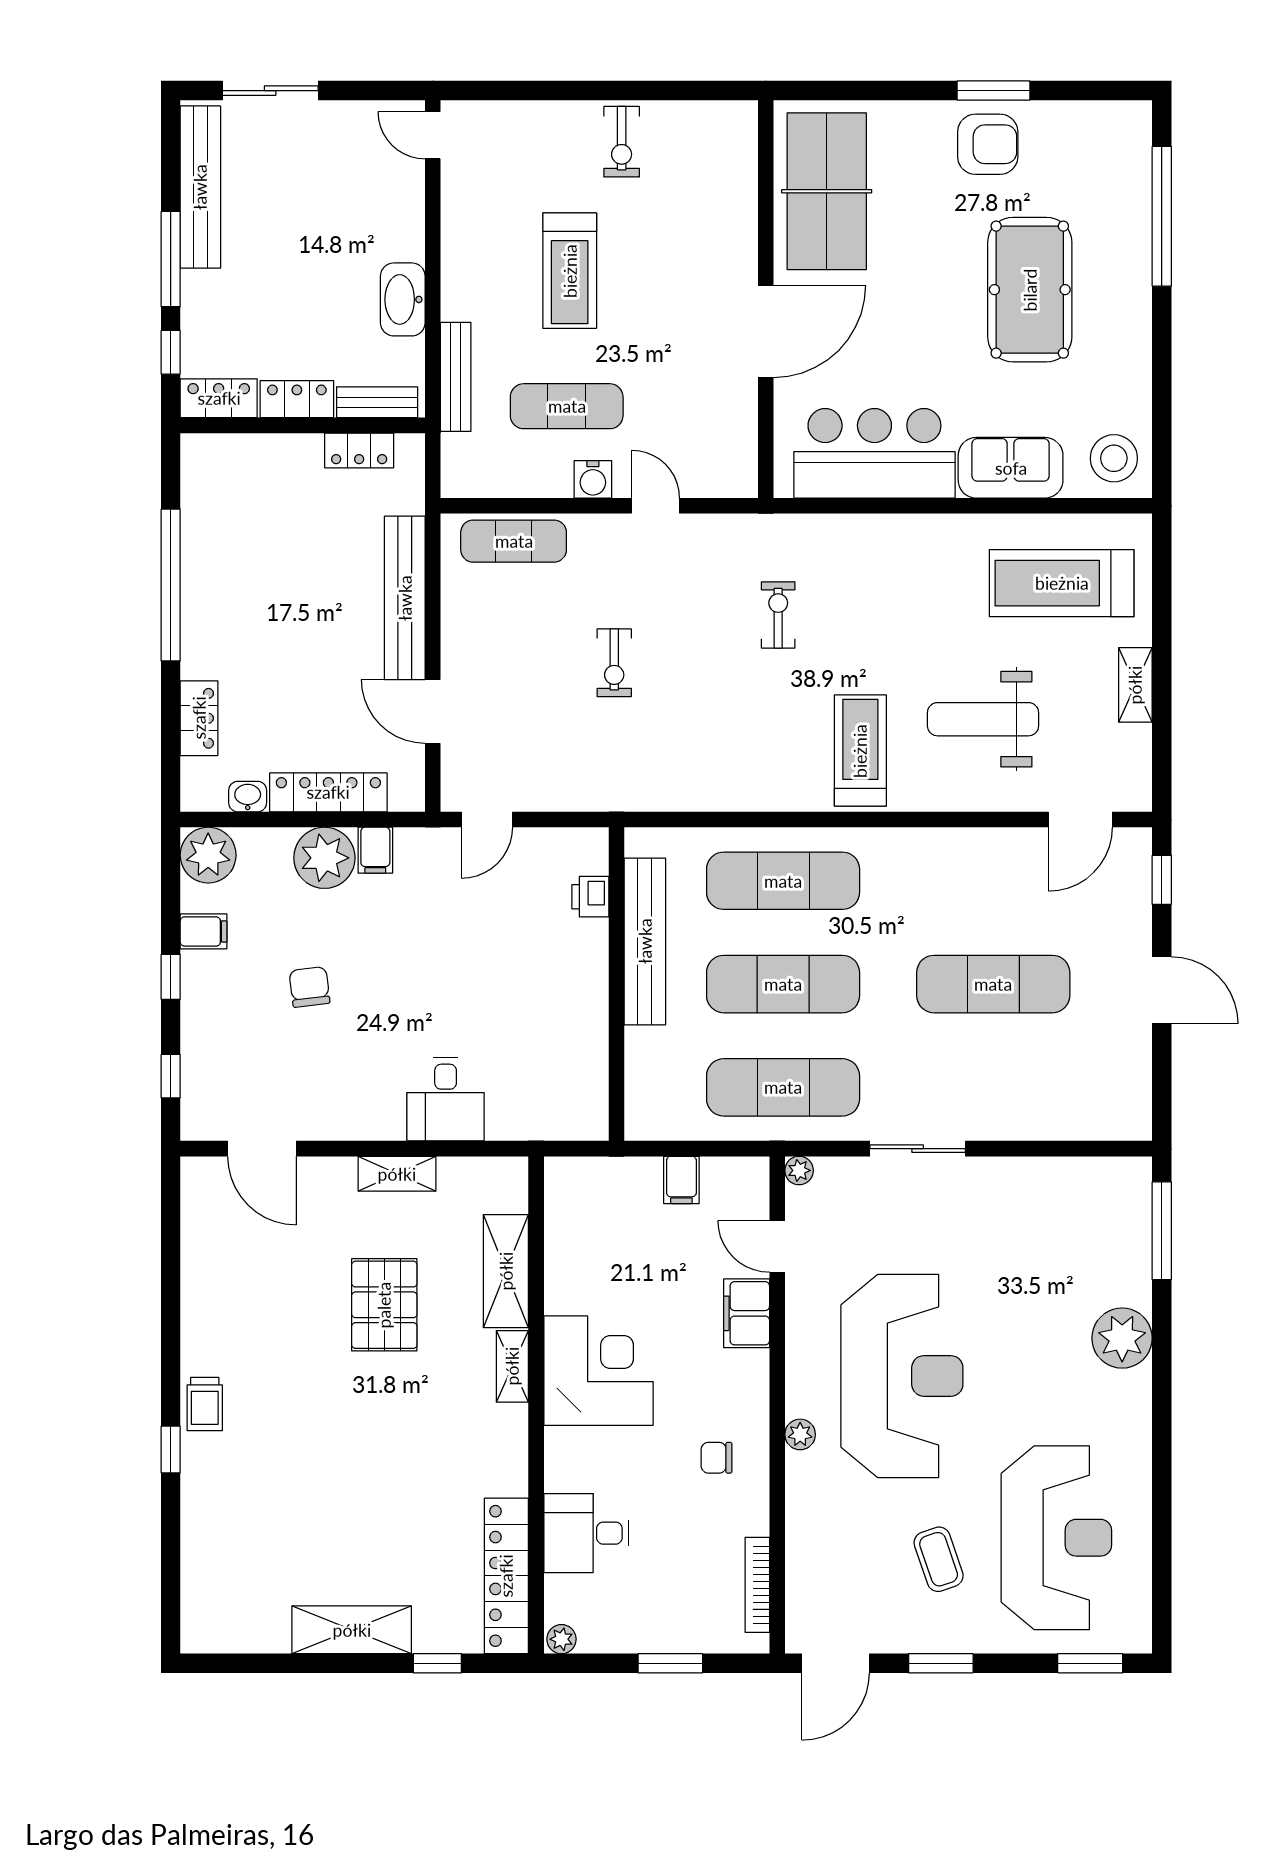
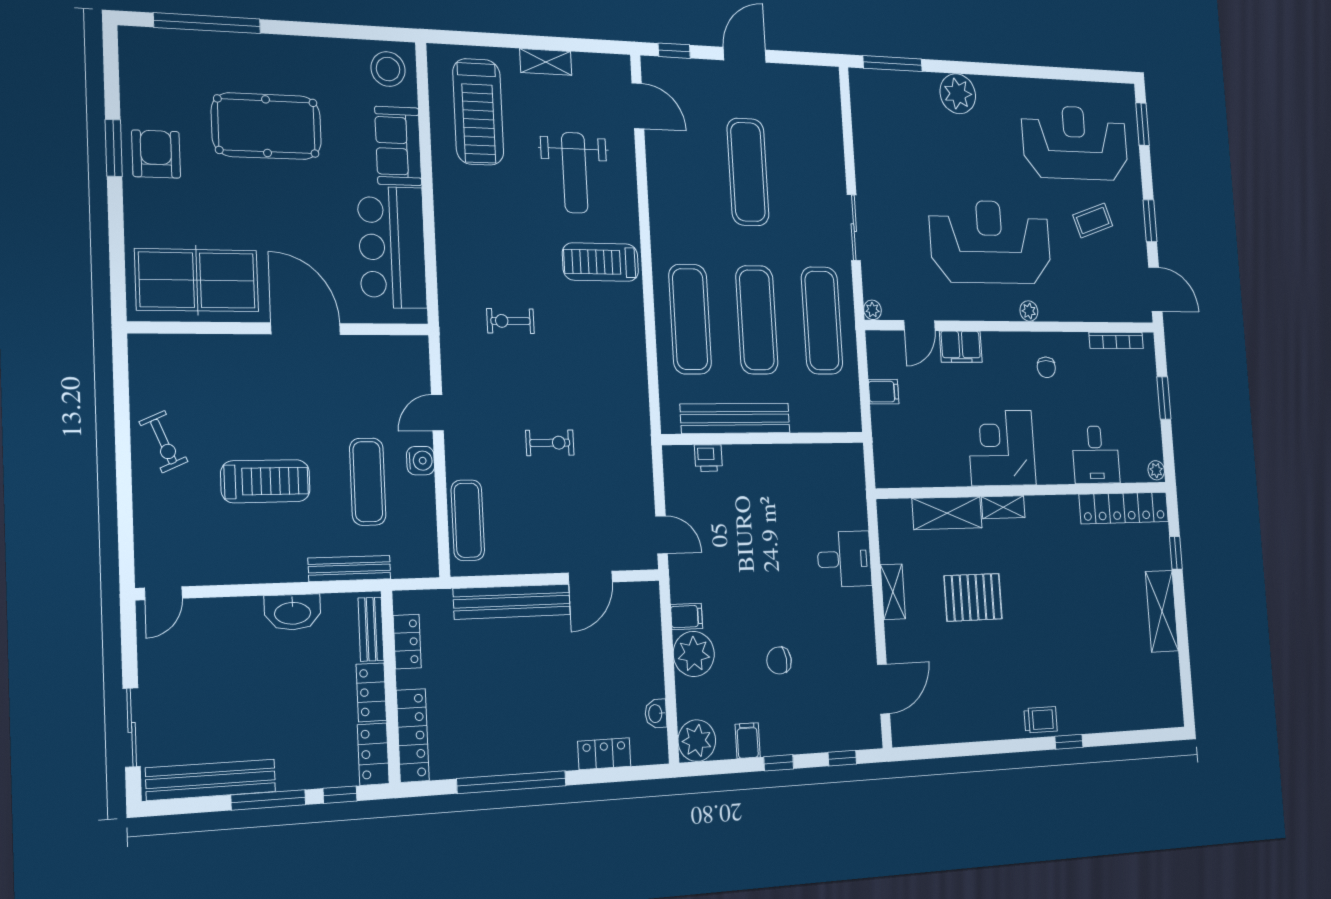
exercise bike: (622, 142) -> (164, 442), turned 67
locker: (328, 792) -> (413, 735), moved, turned 180

